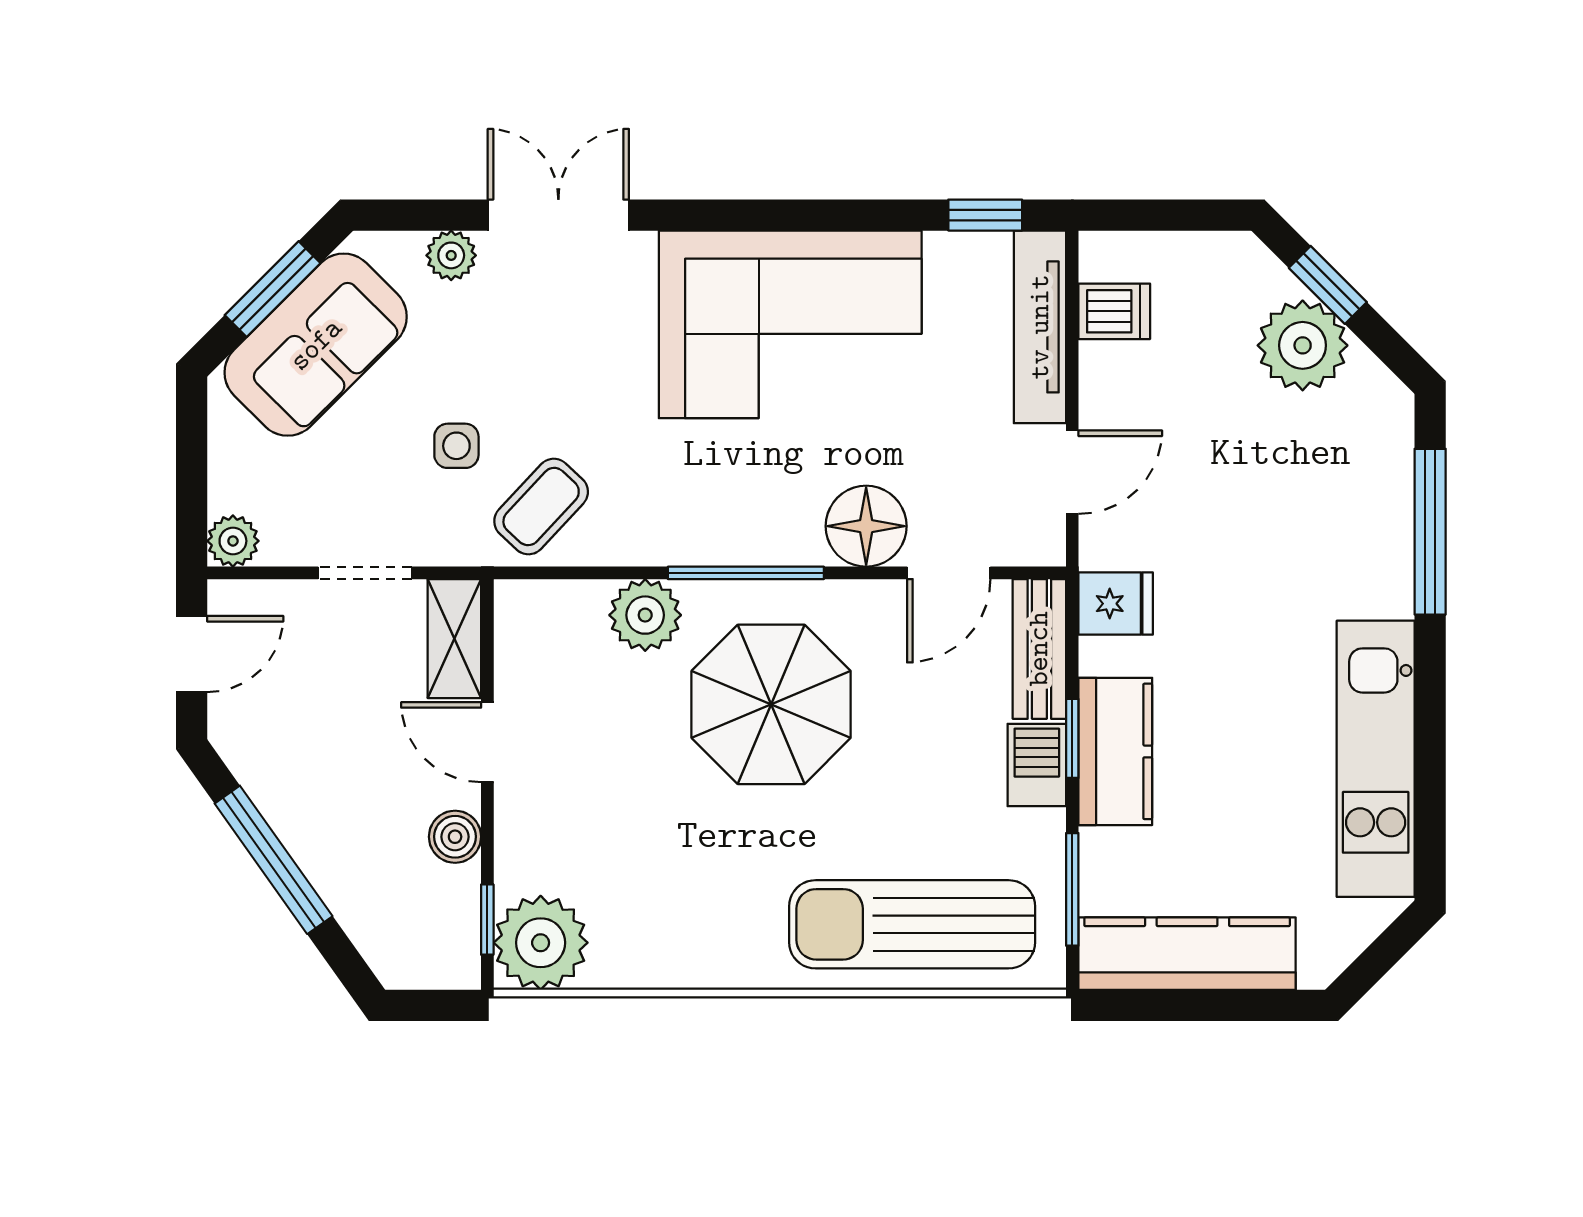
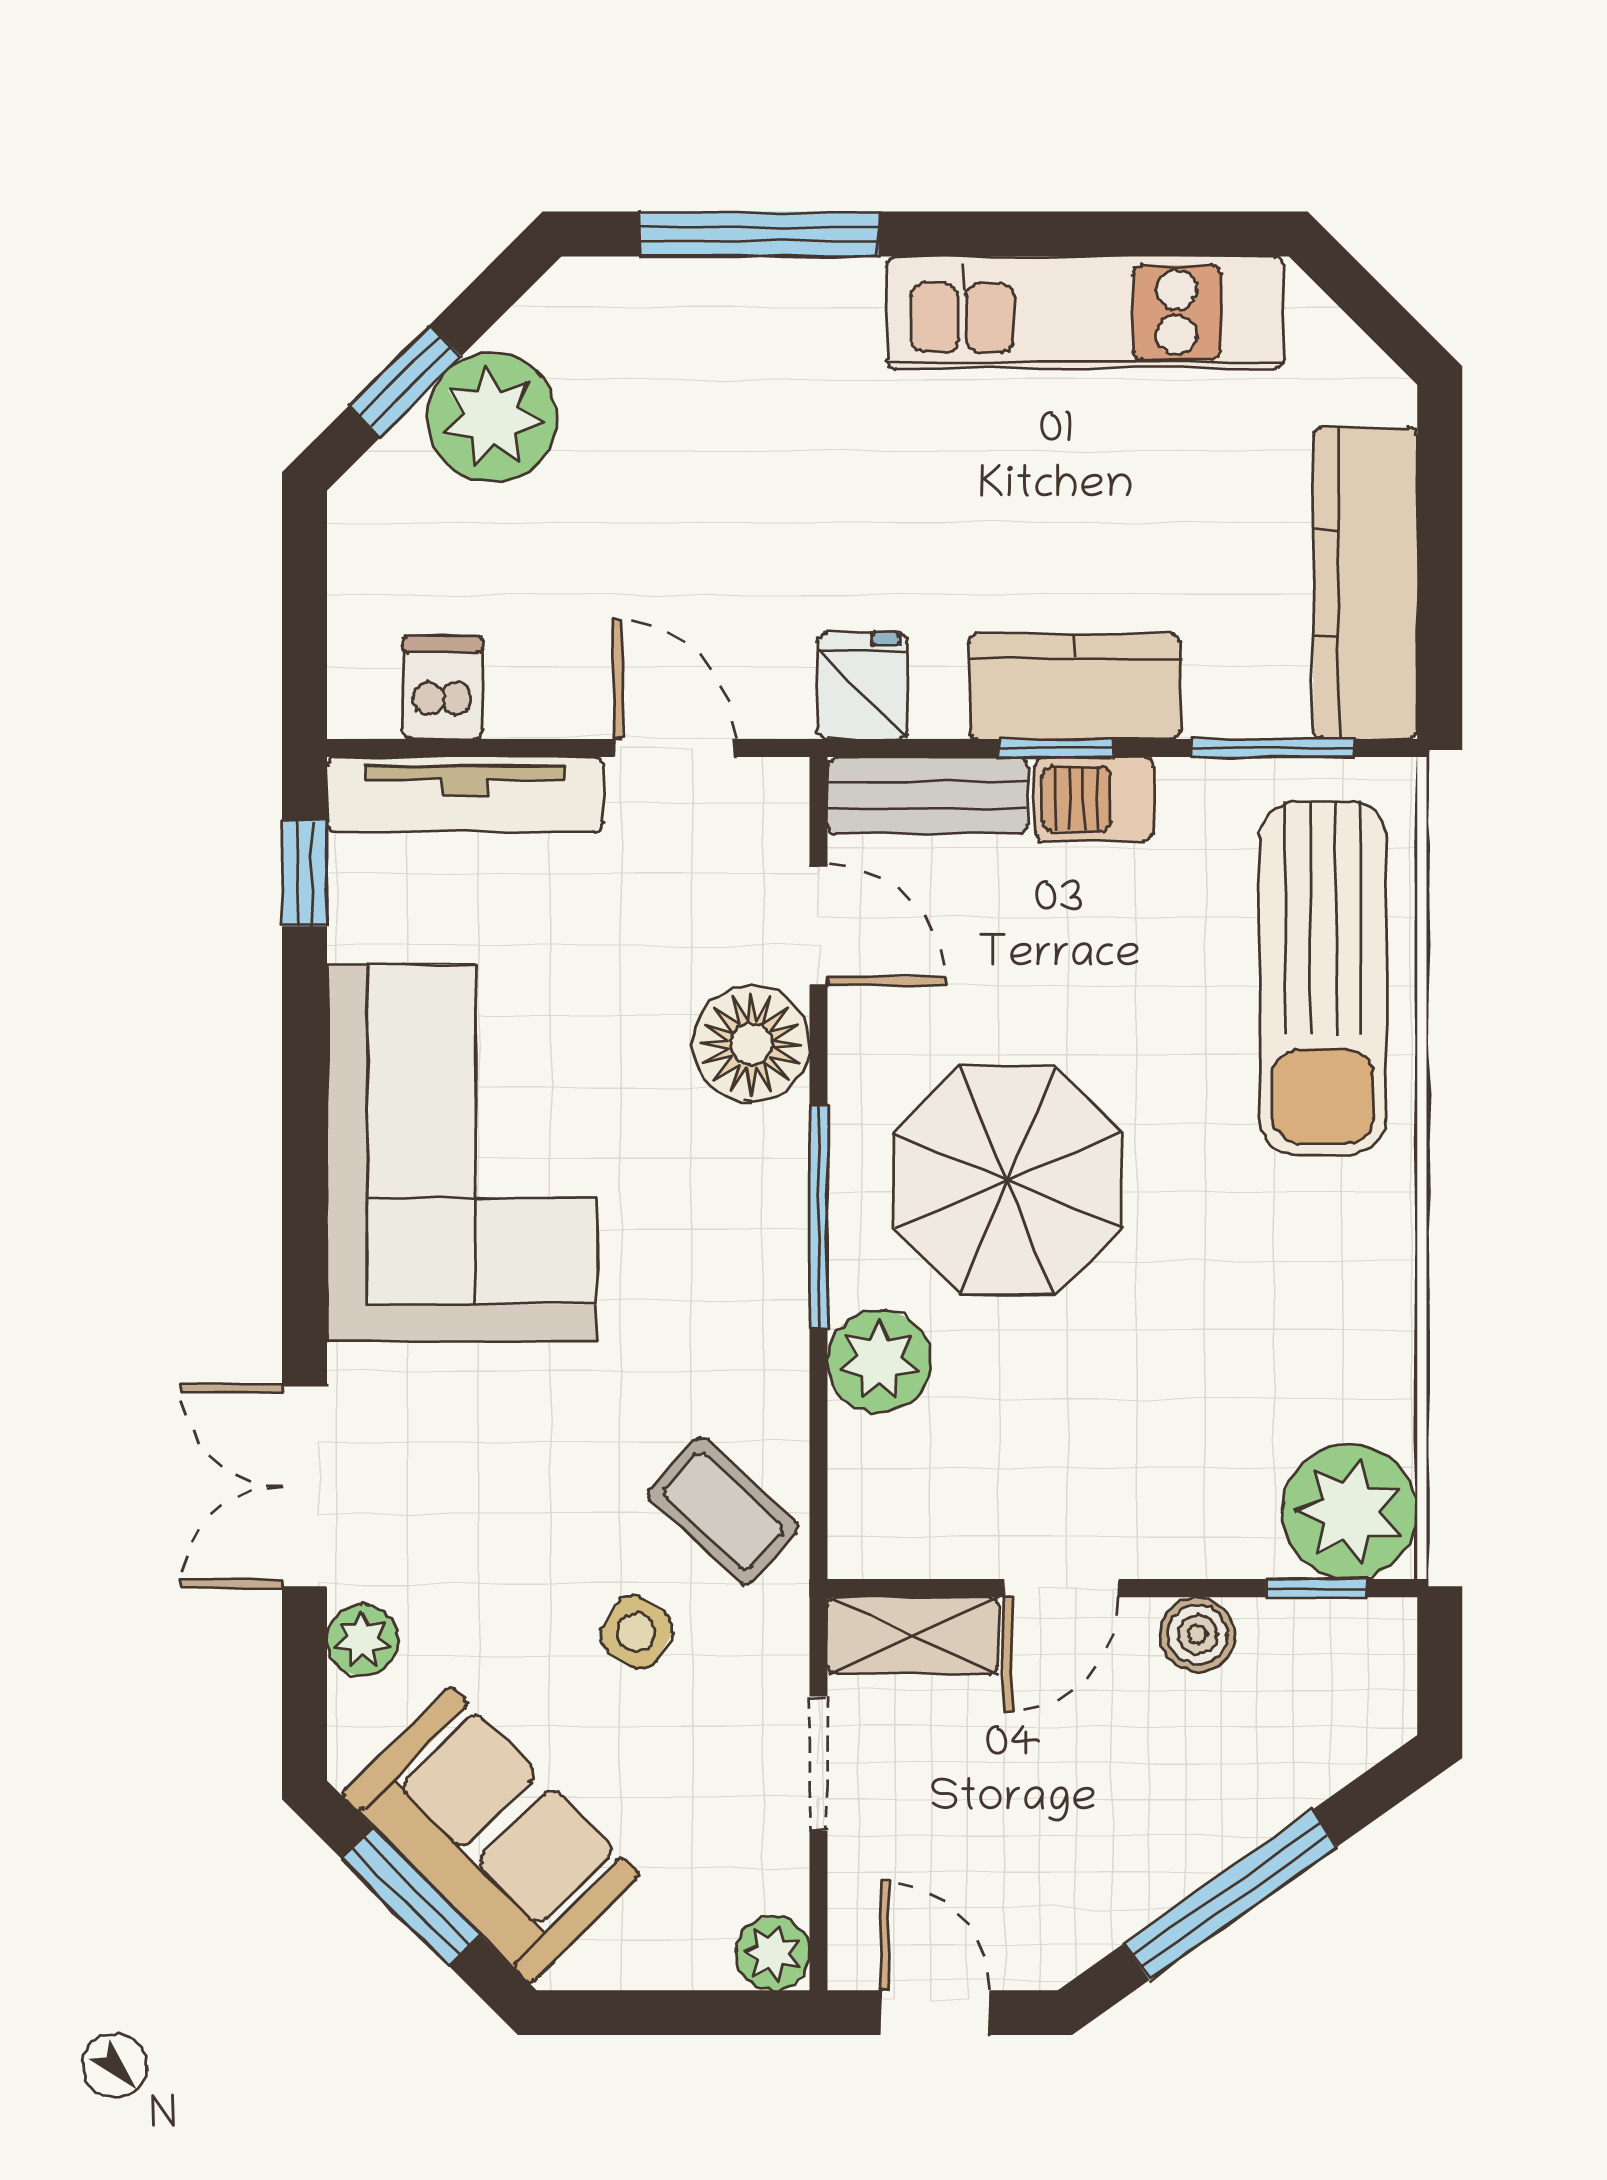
side table: (456, 446) -> (636, 1632), turned 32

